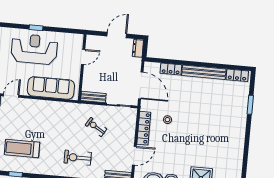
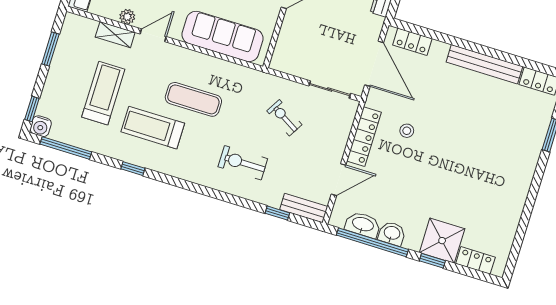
locker: (171, 69) -> (412, 42), moved
bench: (93, 97) -> (290, 67), removed
exercise mat: (42, 127) -> (193, 99), added

